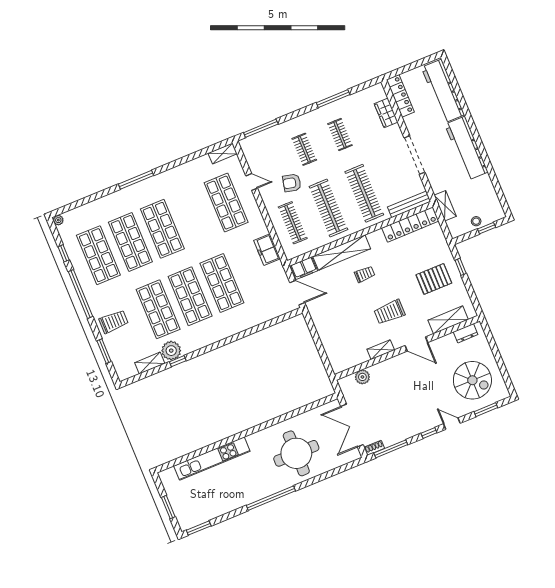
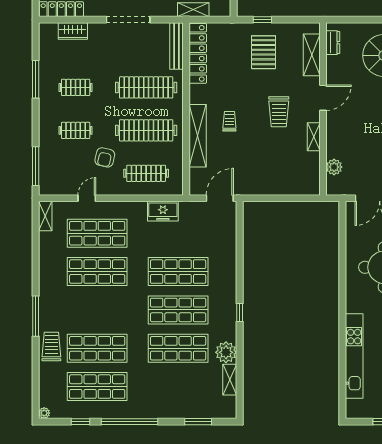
shop shelf: (162, 229) -> (97, 272), moved
filing cabinet: (304, 268) -> (198, 181), removed
trolley: (114, 322) -> (51, 347), moved
window: (178, 361) -> (240, 313), moved

